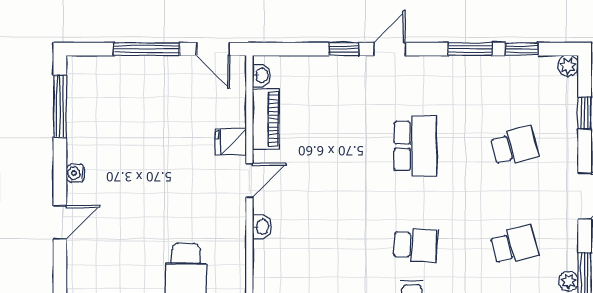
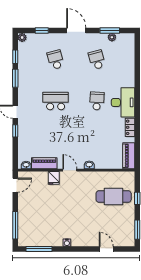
window: (147, 49) -> (15, 225), moved
door: (60, 222) -> (106, 249), moved

